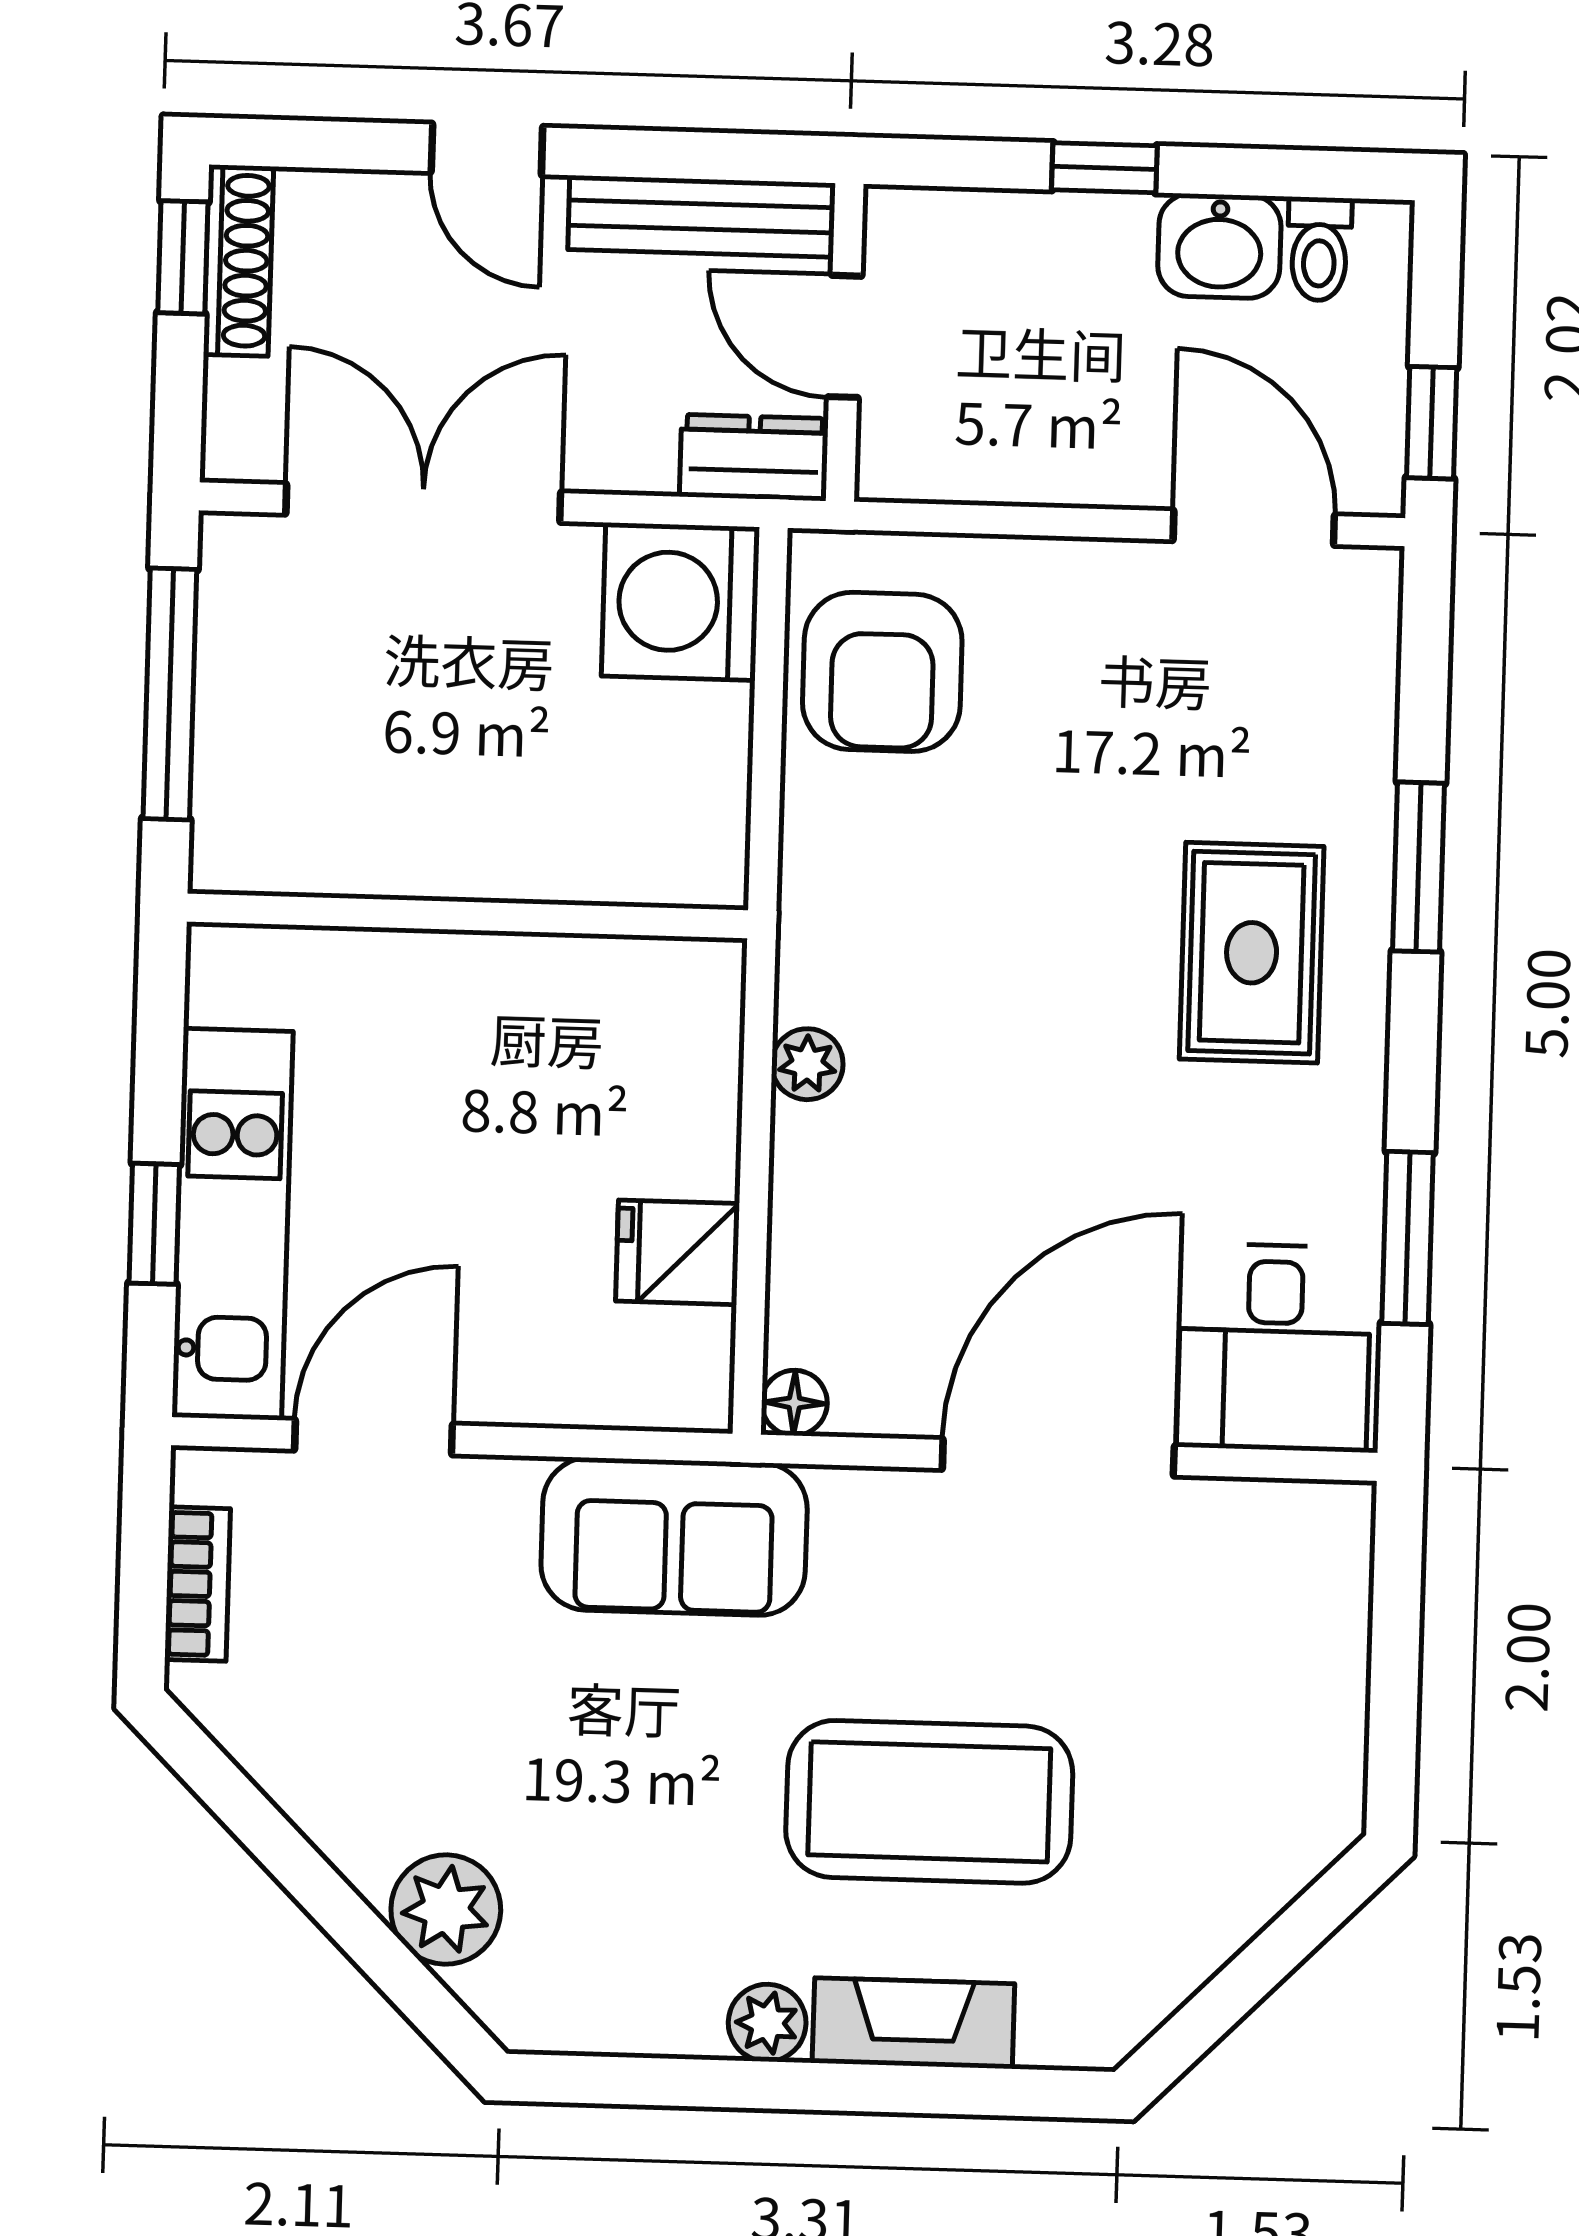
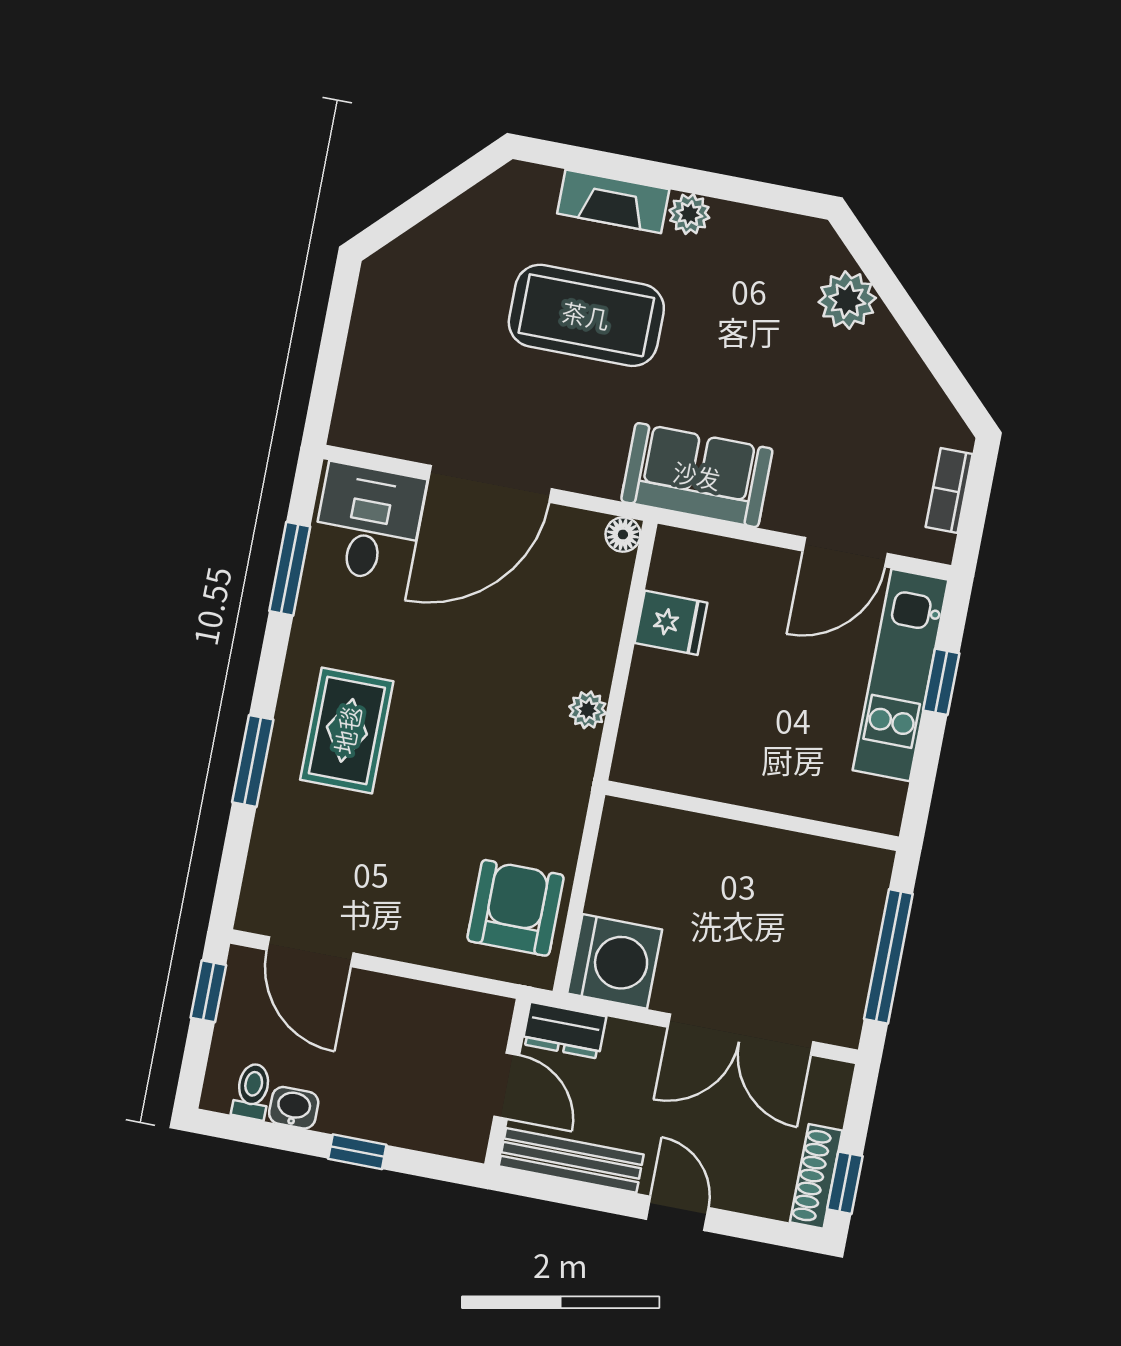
washbasin: (1219, 246) -> (294, 1108), width x0.72, depth x0.69

